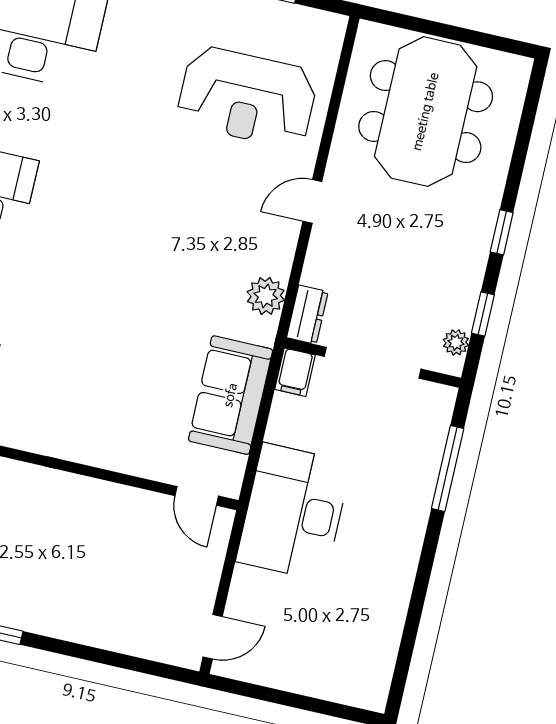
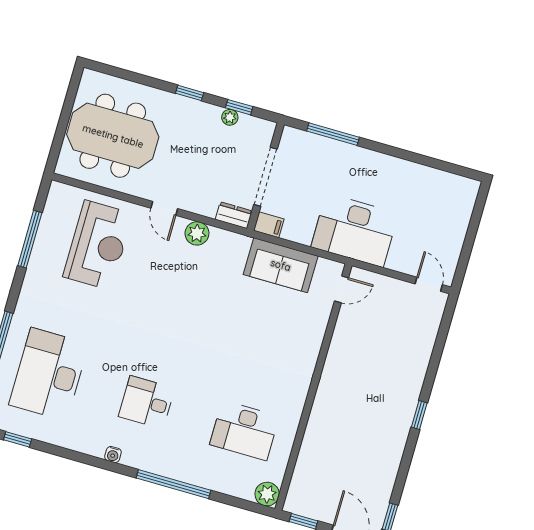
plant: (266, 296) -> (197, 233), moved
plant: (456, 342) -> (230, 117), moved

